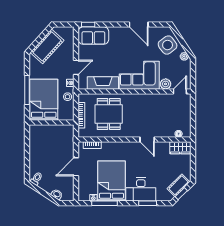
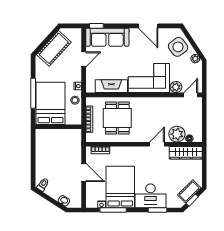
sofa: (93, 36) -> (107, 37), width x1.36
door: (76, 67) -> (84, 59), moved
plant: (166, 130) -> (177, 134), added
door: (147, 139) -> (157, 144), swing flipped
wardrobe: (180, 148) -> (186, 153), width x1.50
door: (76, 167) -> (84, 172), swing flipped

